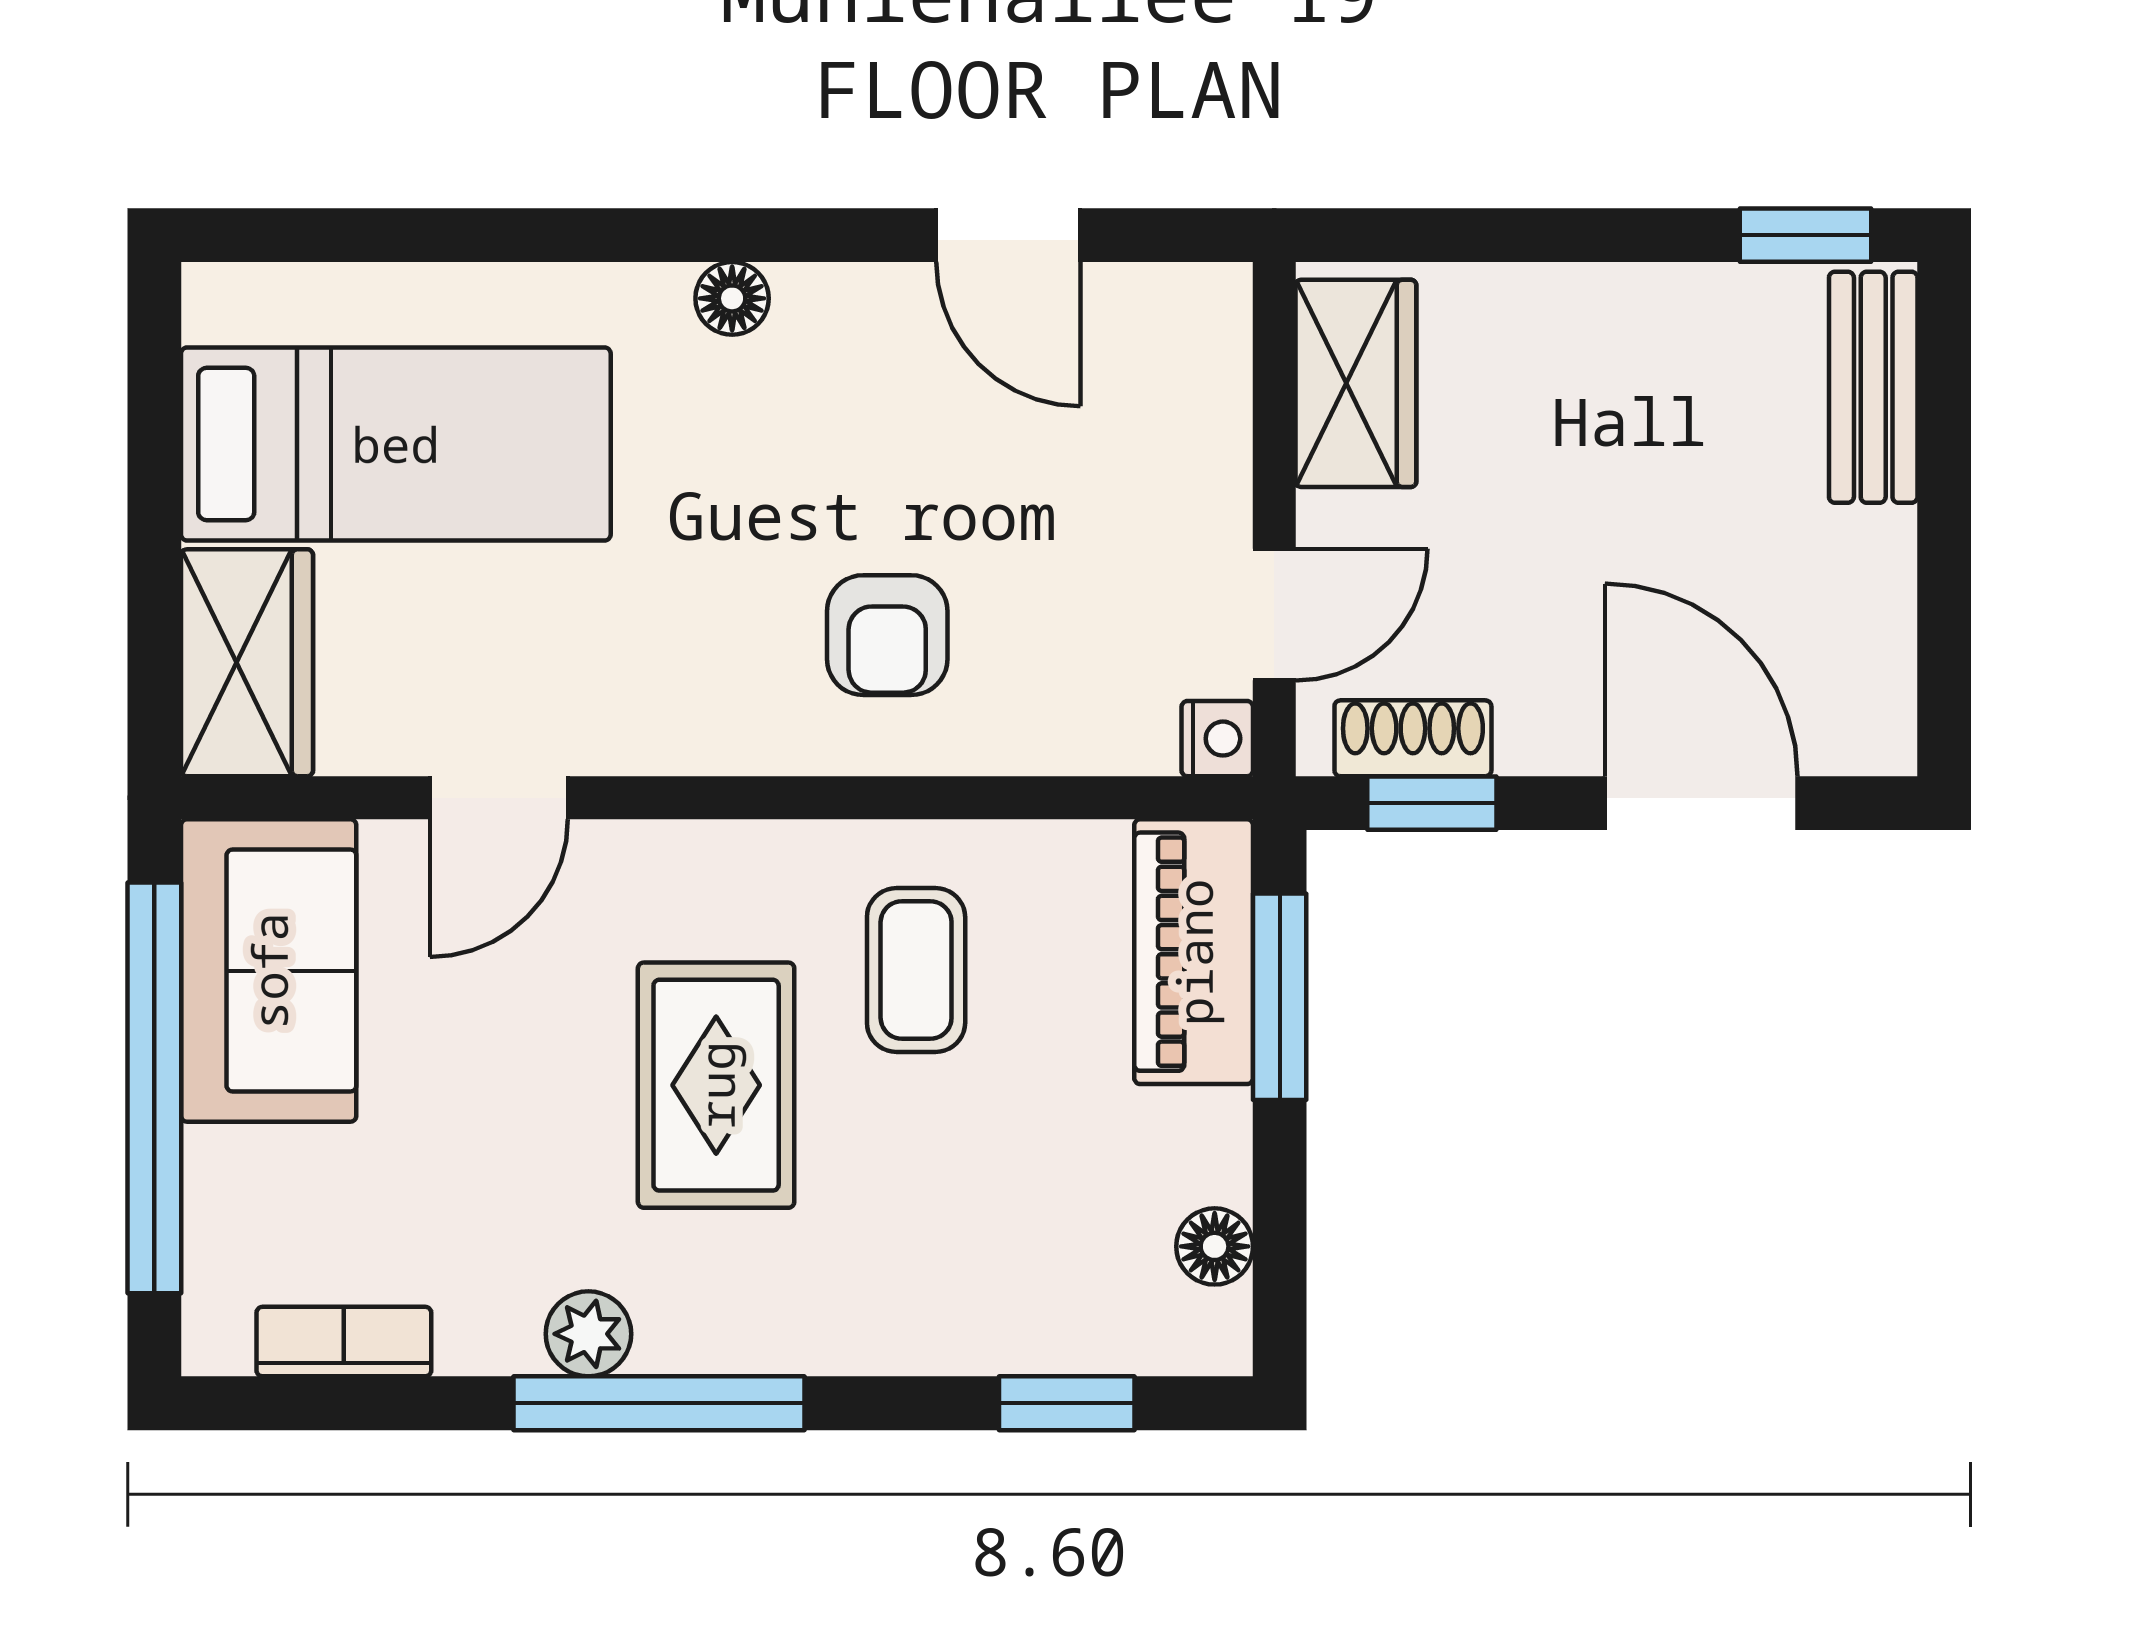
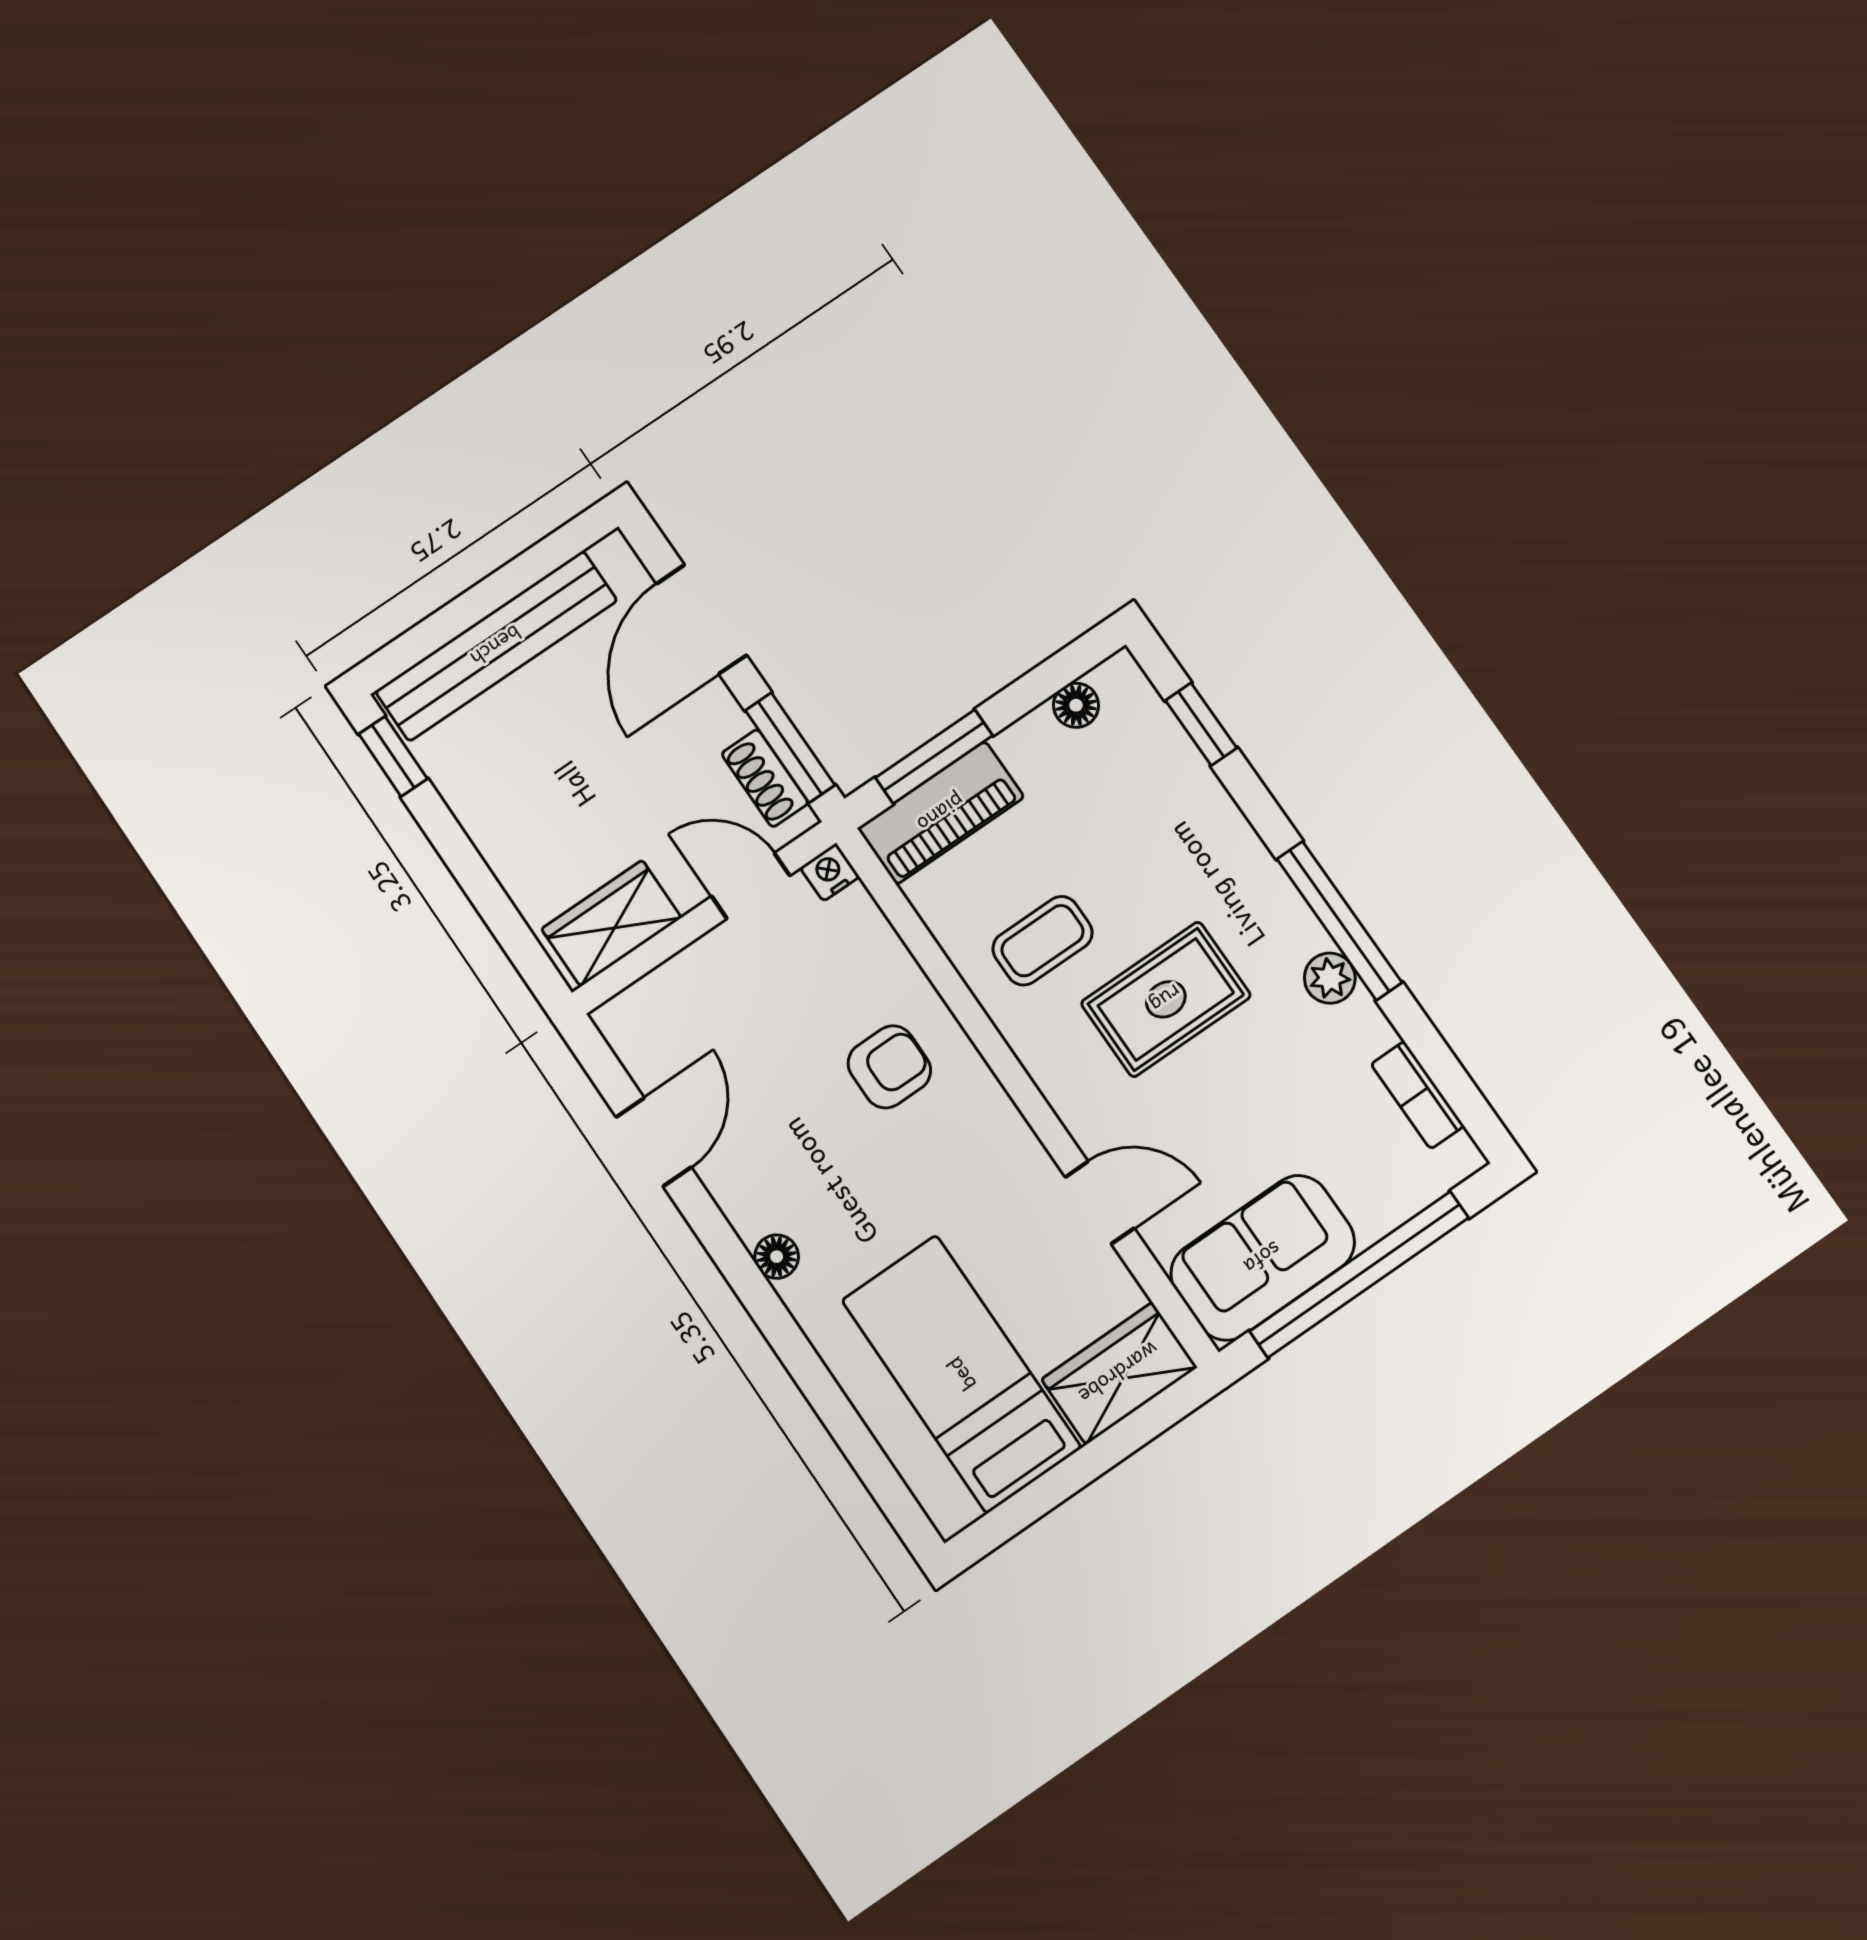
bench: (1873, 387) -> (496, 646), width x1.86, depth x1.21
window: (1432, 803) -> (790, 748), width x1.50

